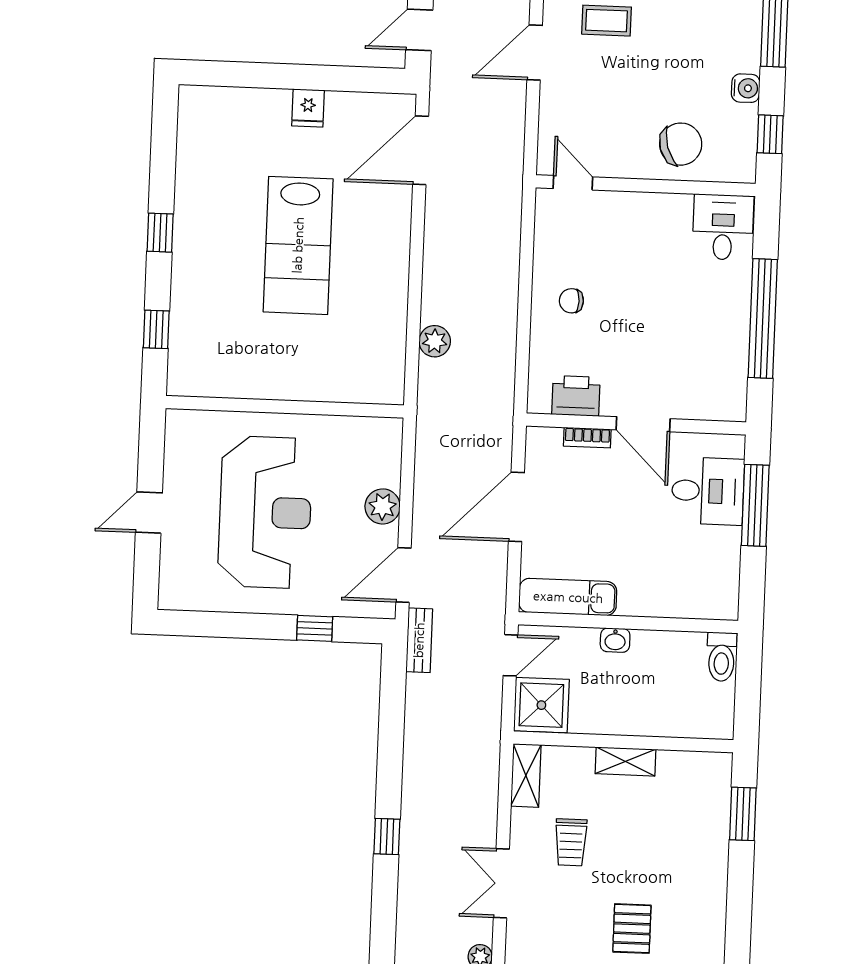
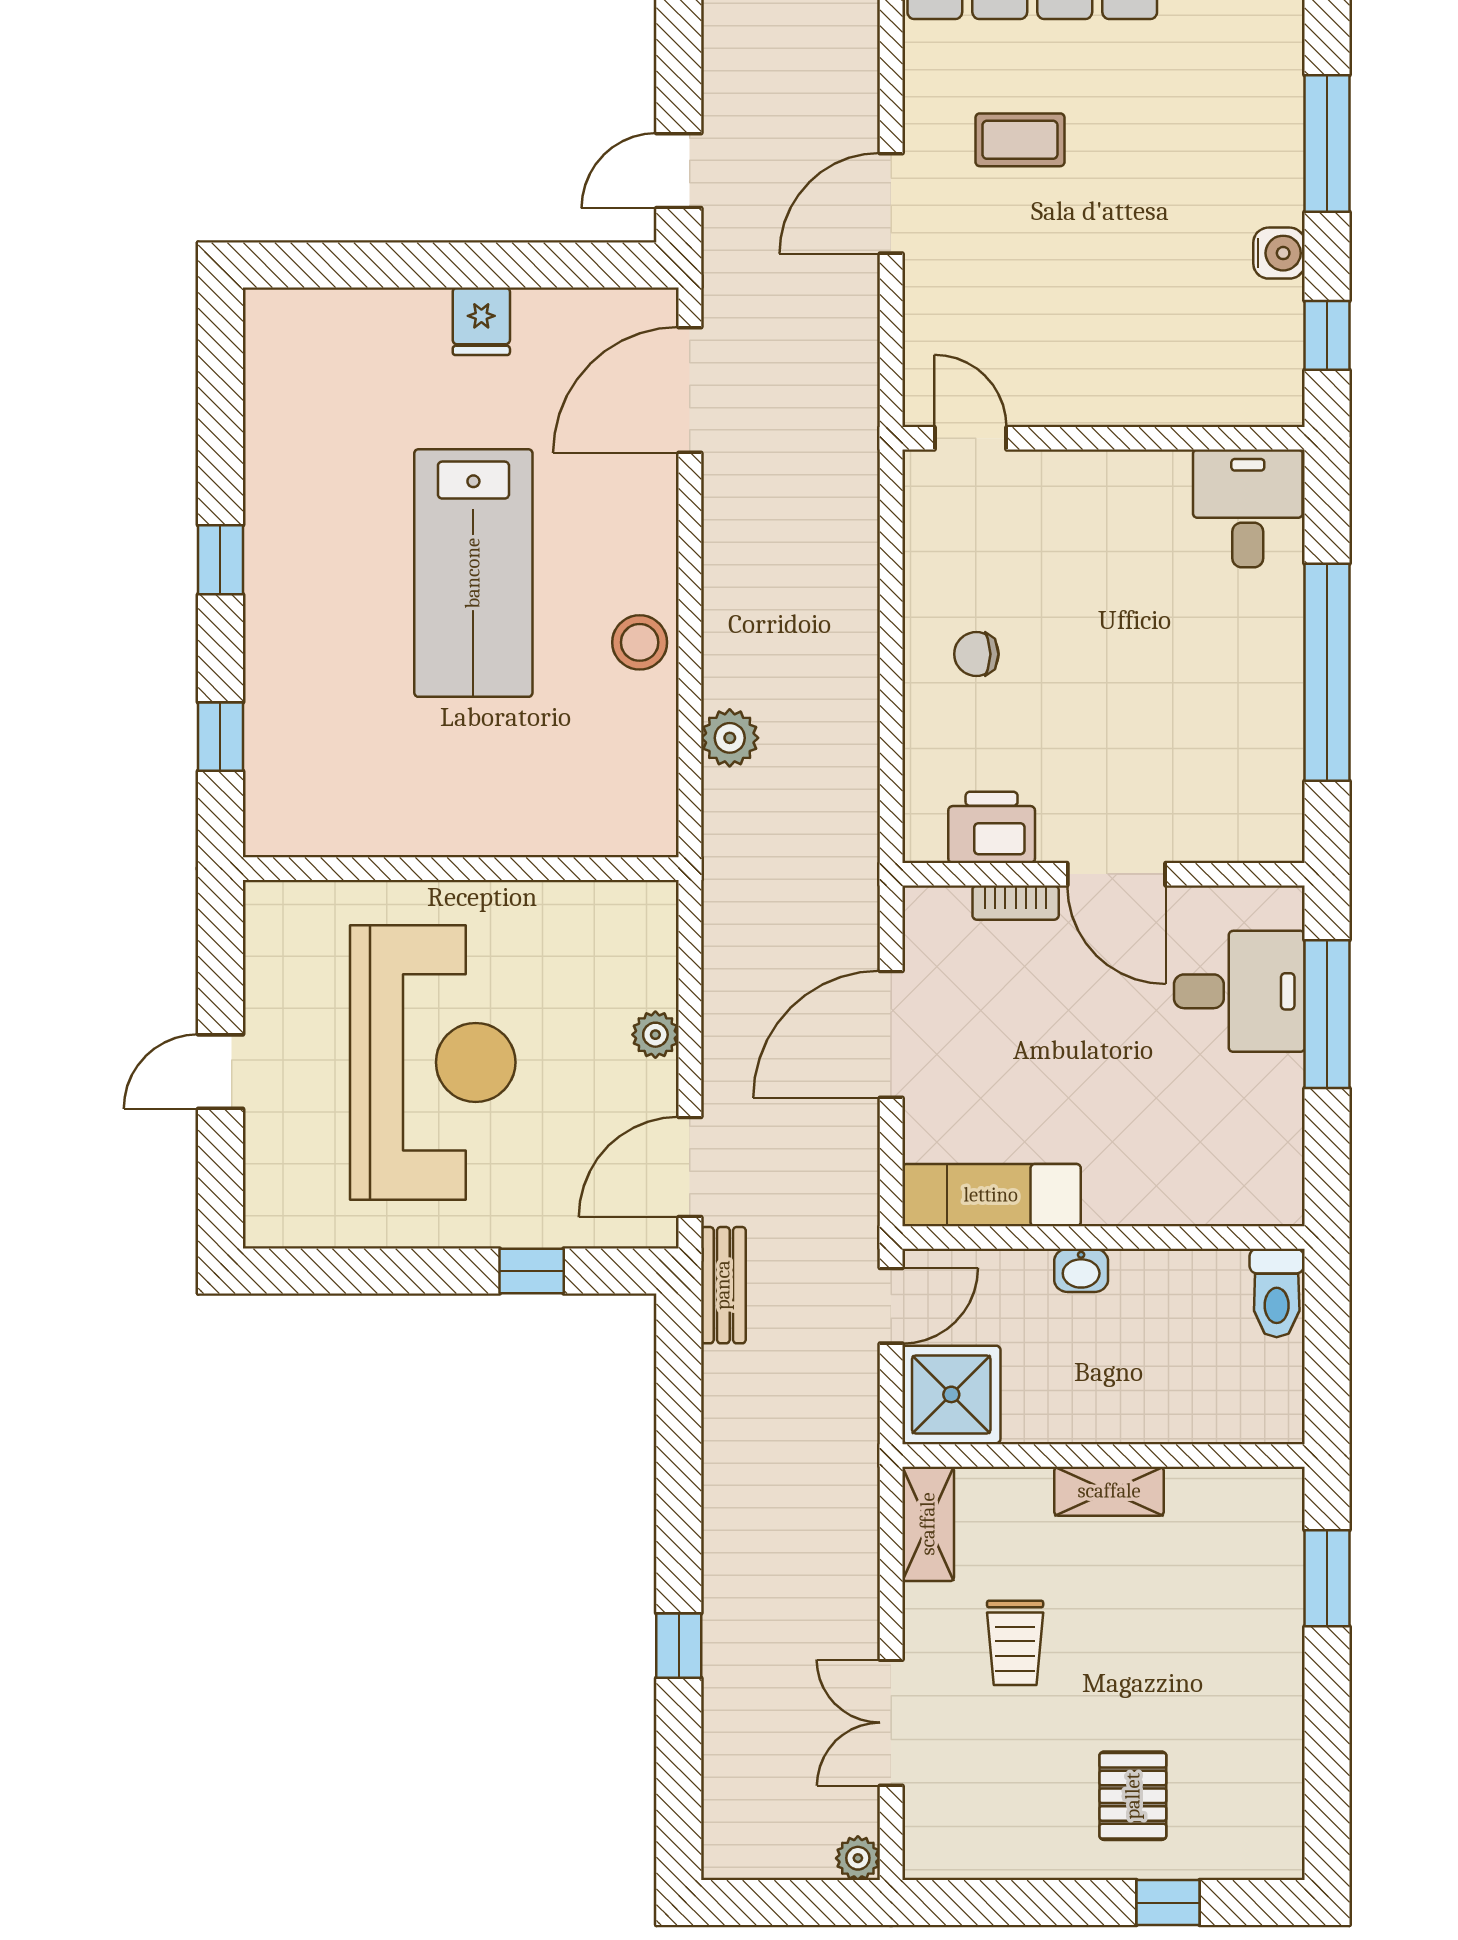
chair: (681, 144) -> (1164, 360), removed
stool: (388, 287) -> (640, 642), added
plant: (383, 506) -> (655, 1035), width x0.73, depth x0.73

